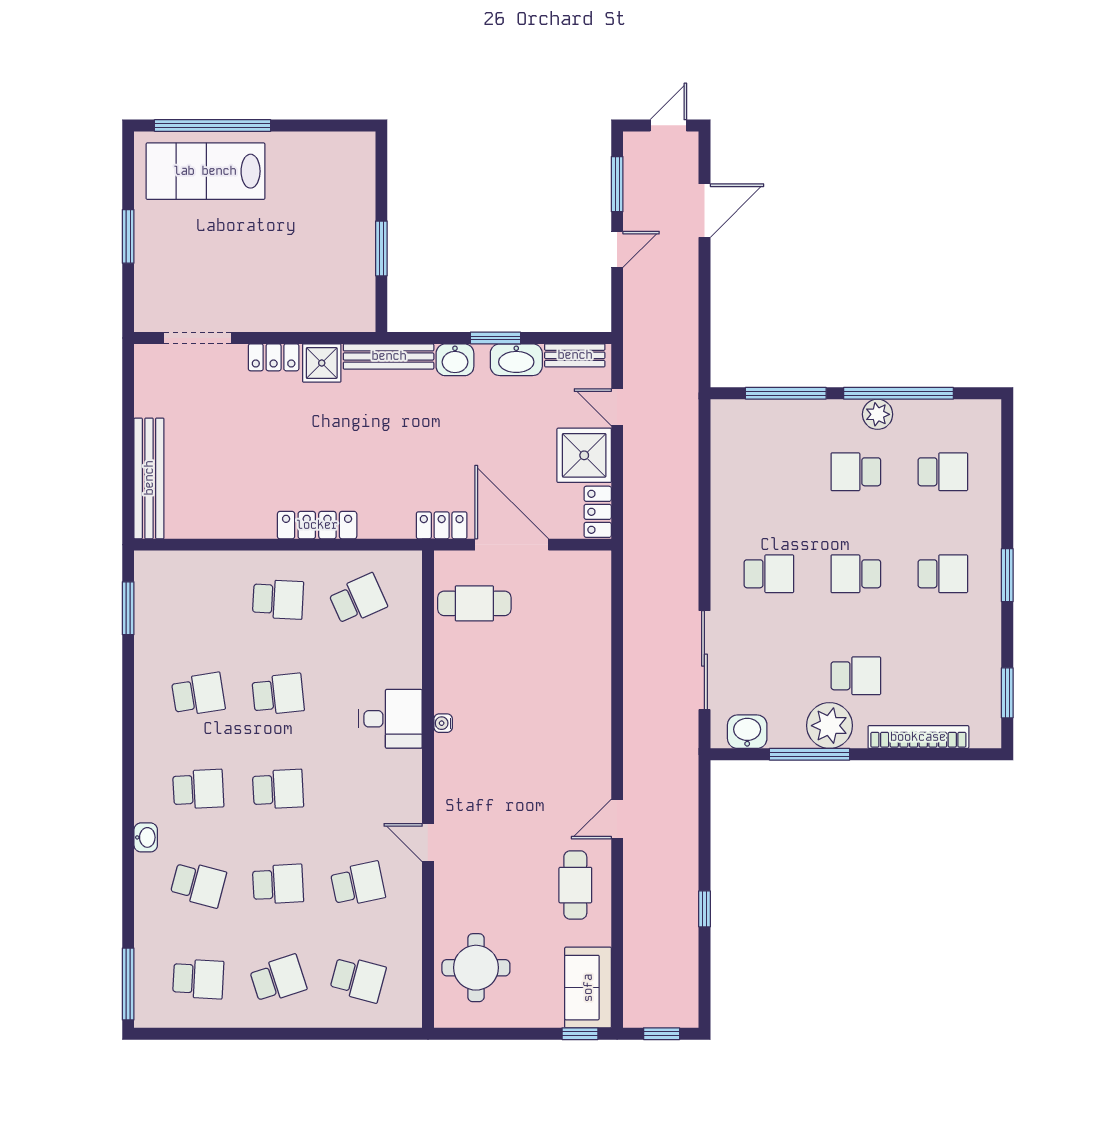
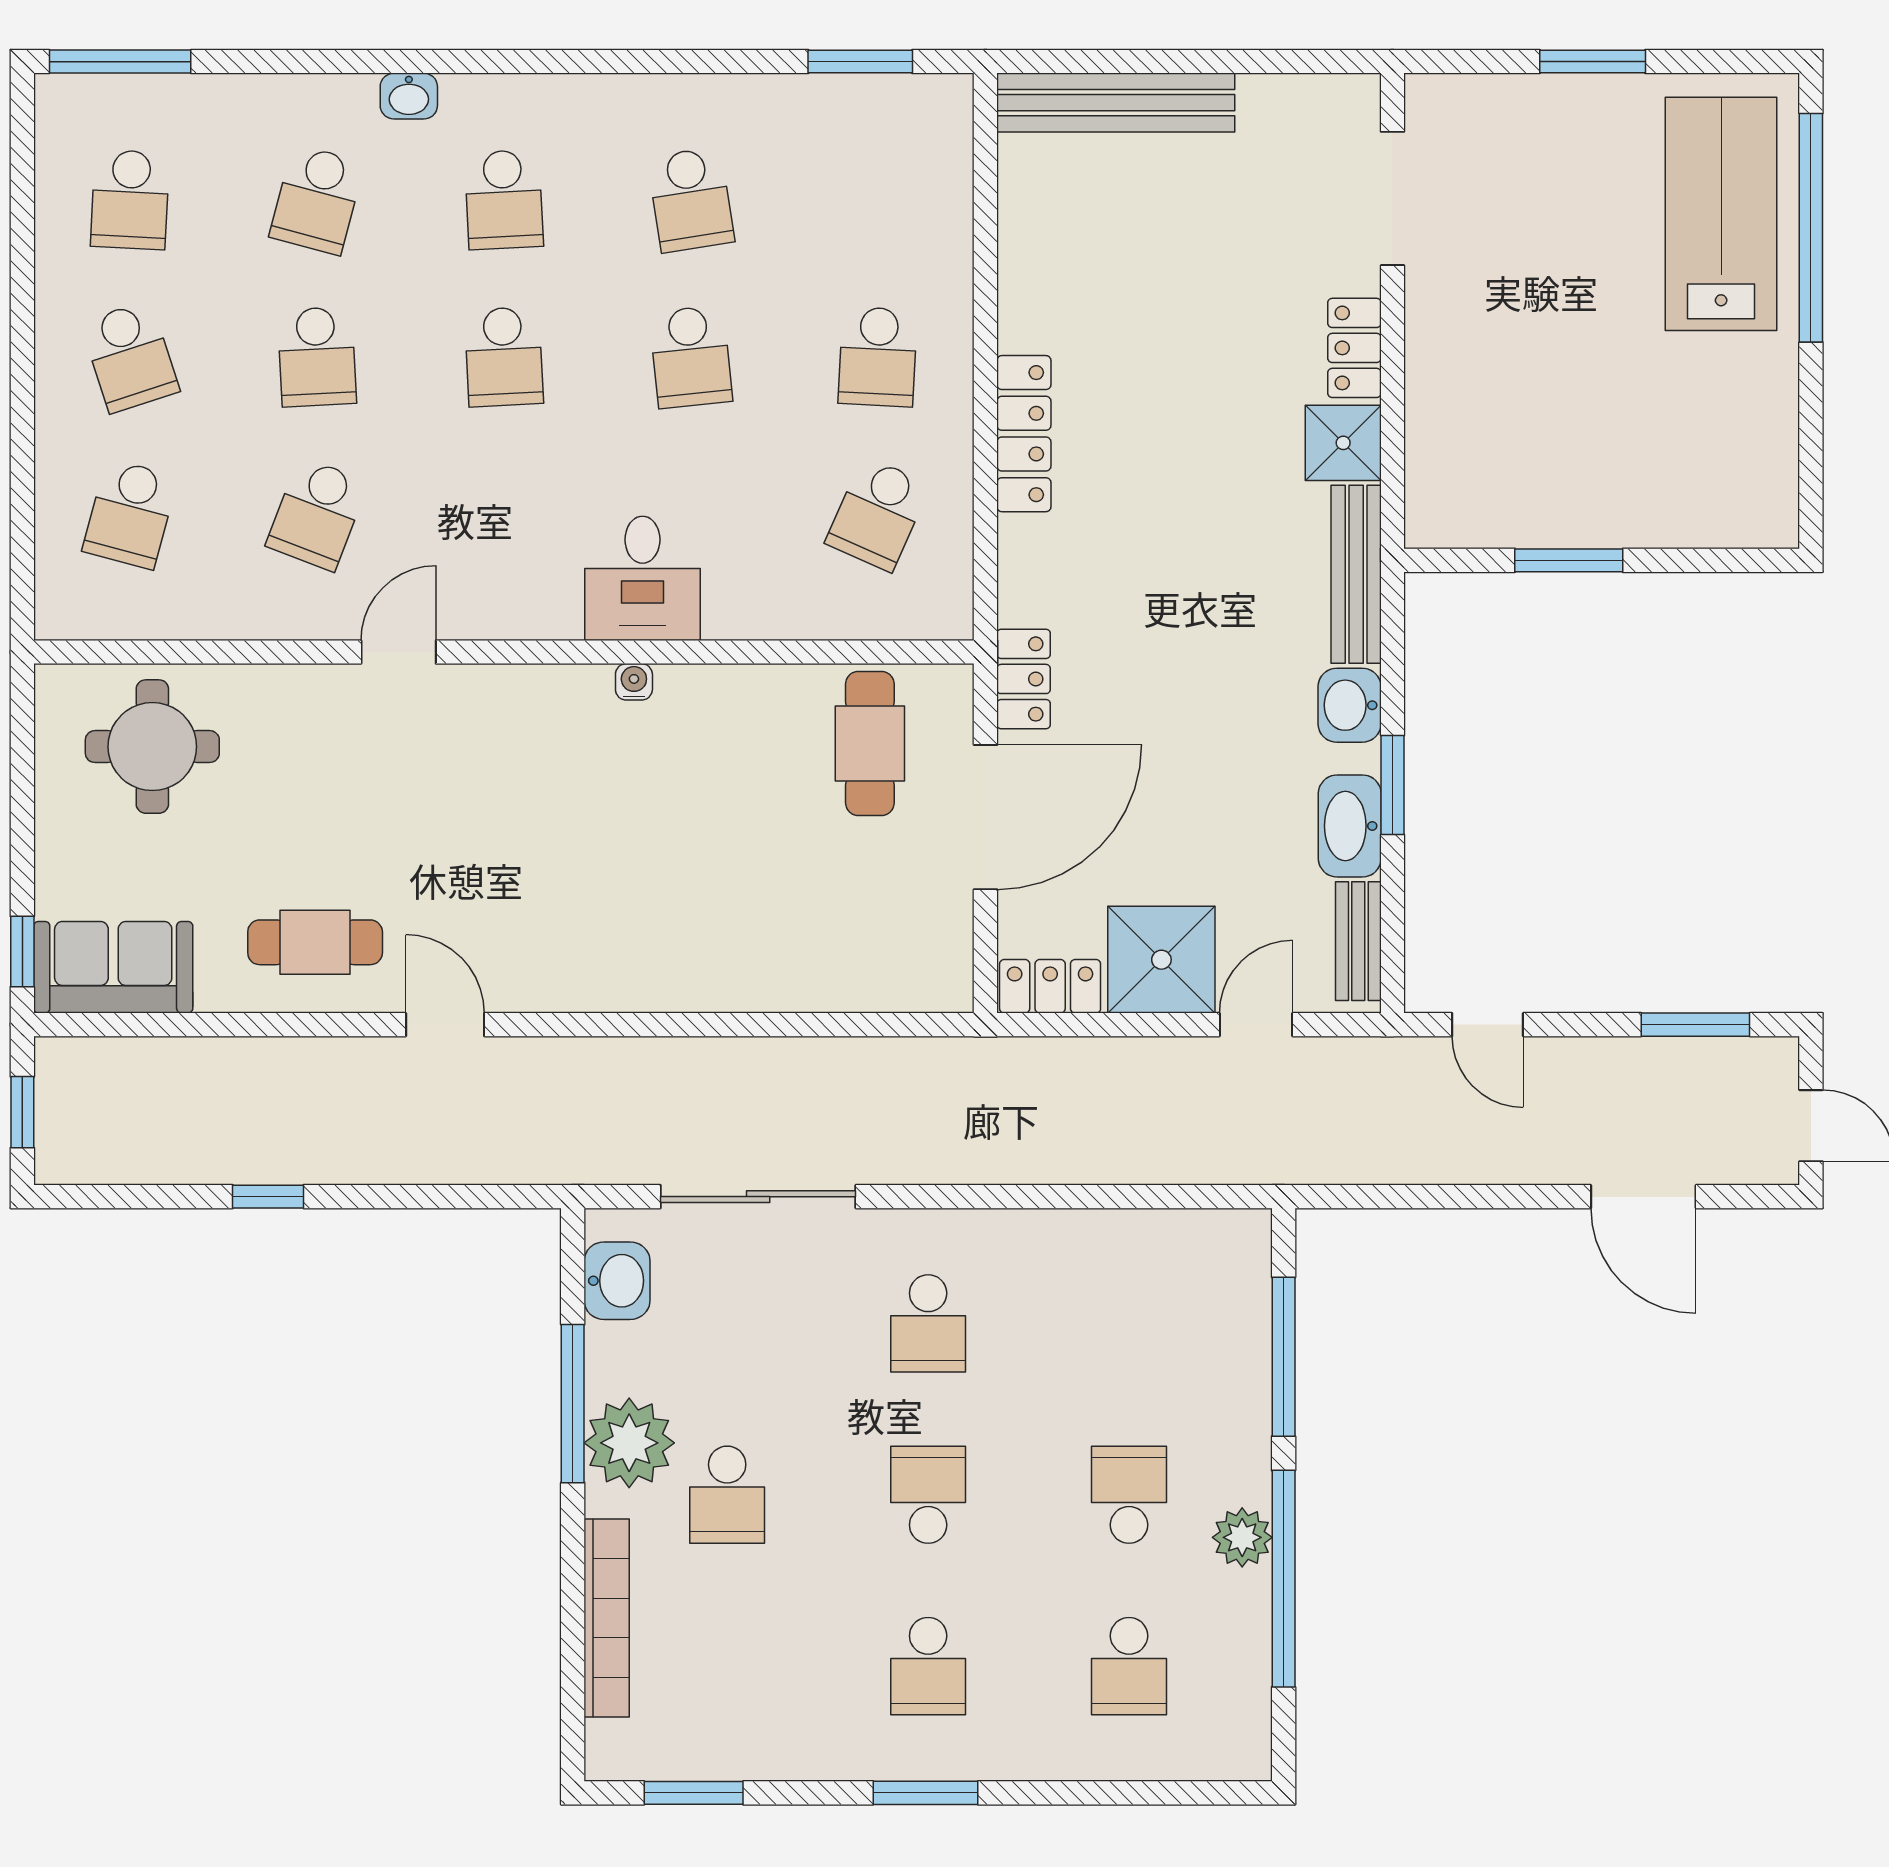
door: (617, 249) -> (1488, 1025), moved
school desk: (358, 599) -> (878, 514), turned 48
school desk: (358, 884) -> (317, 514), turned 33

